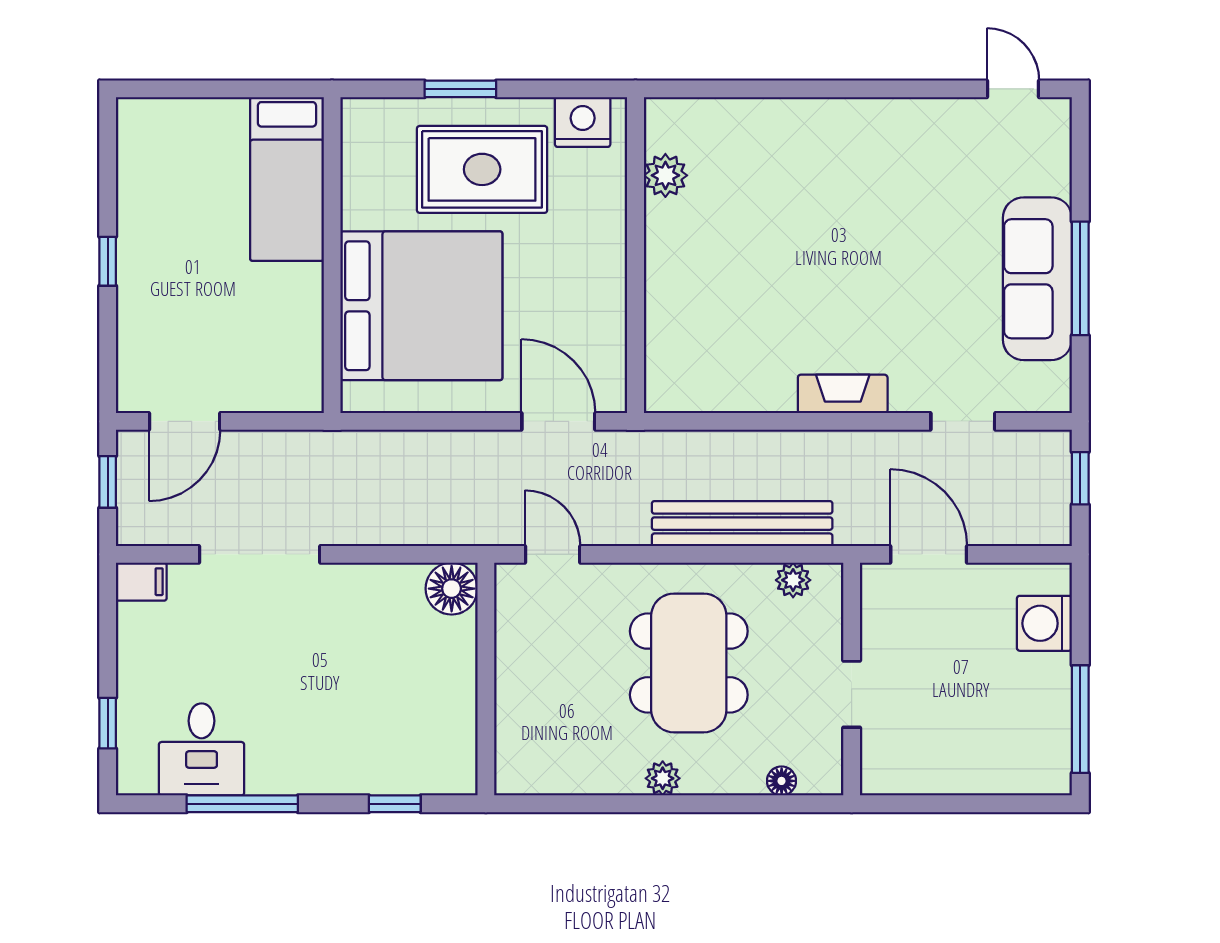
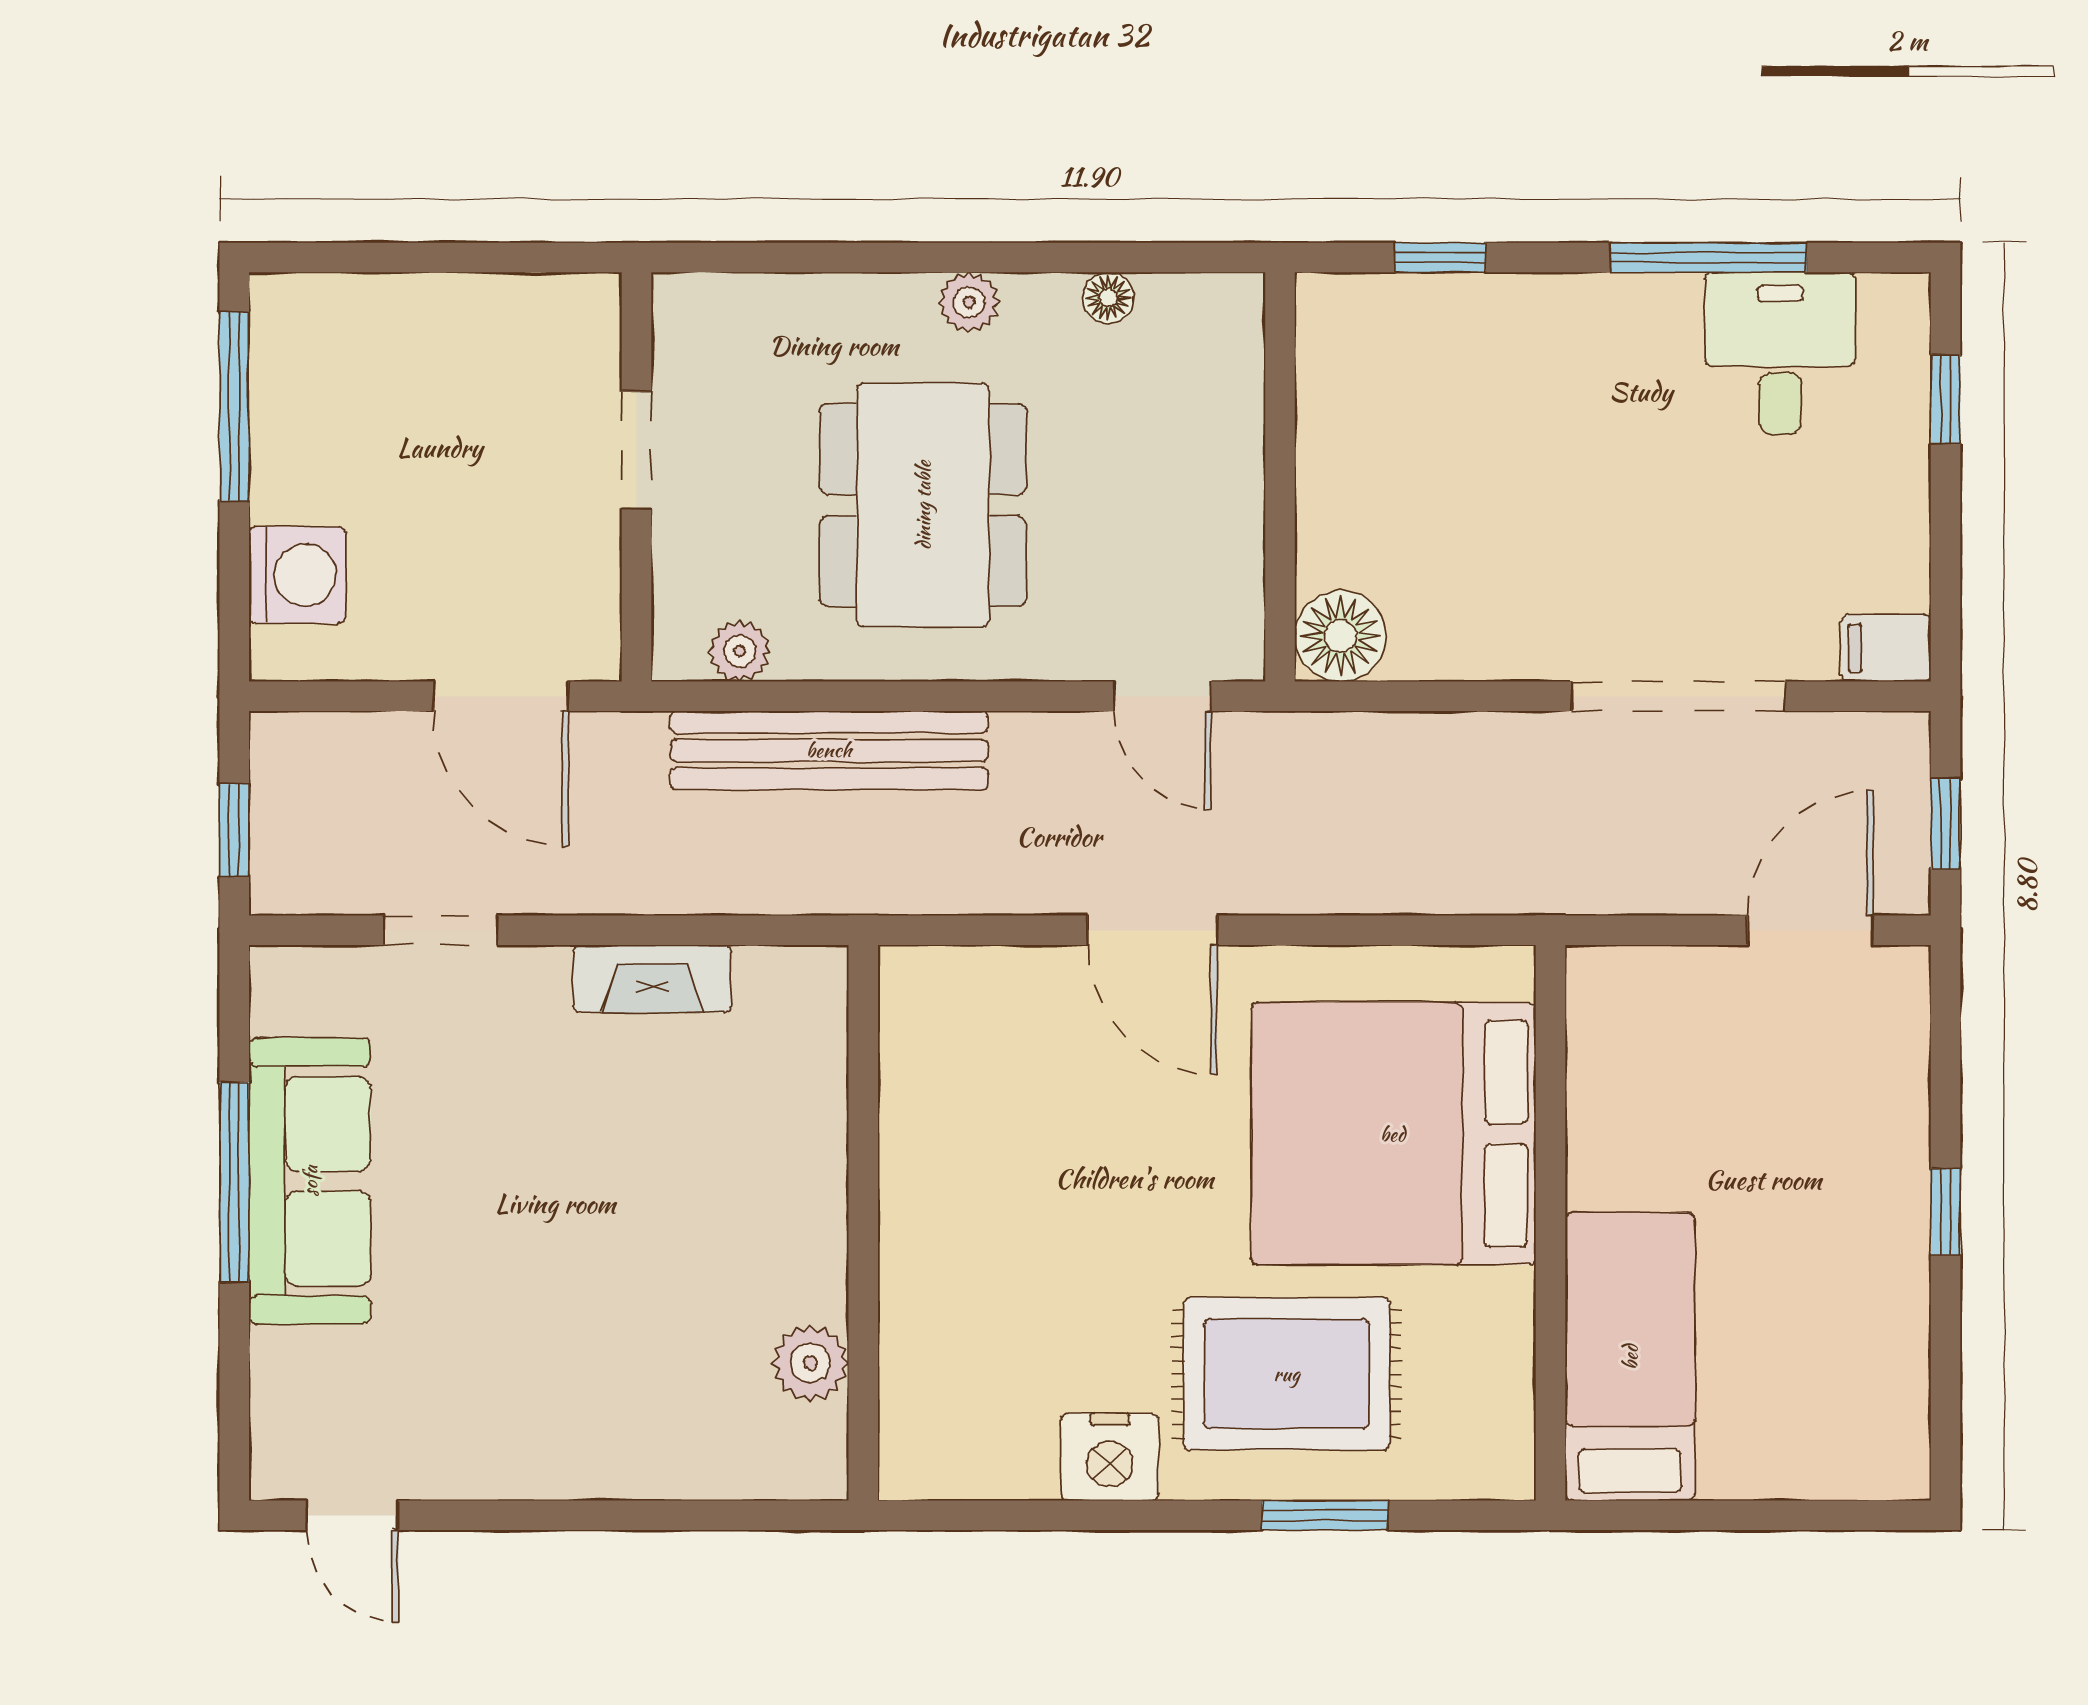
plant: (665, 175) -> (810, 1363), moved
wall: (635, 255) -> (863, 1223), moved
floor lamp: (782, 781) -> (1108, 298), moved

